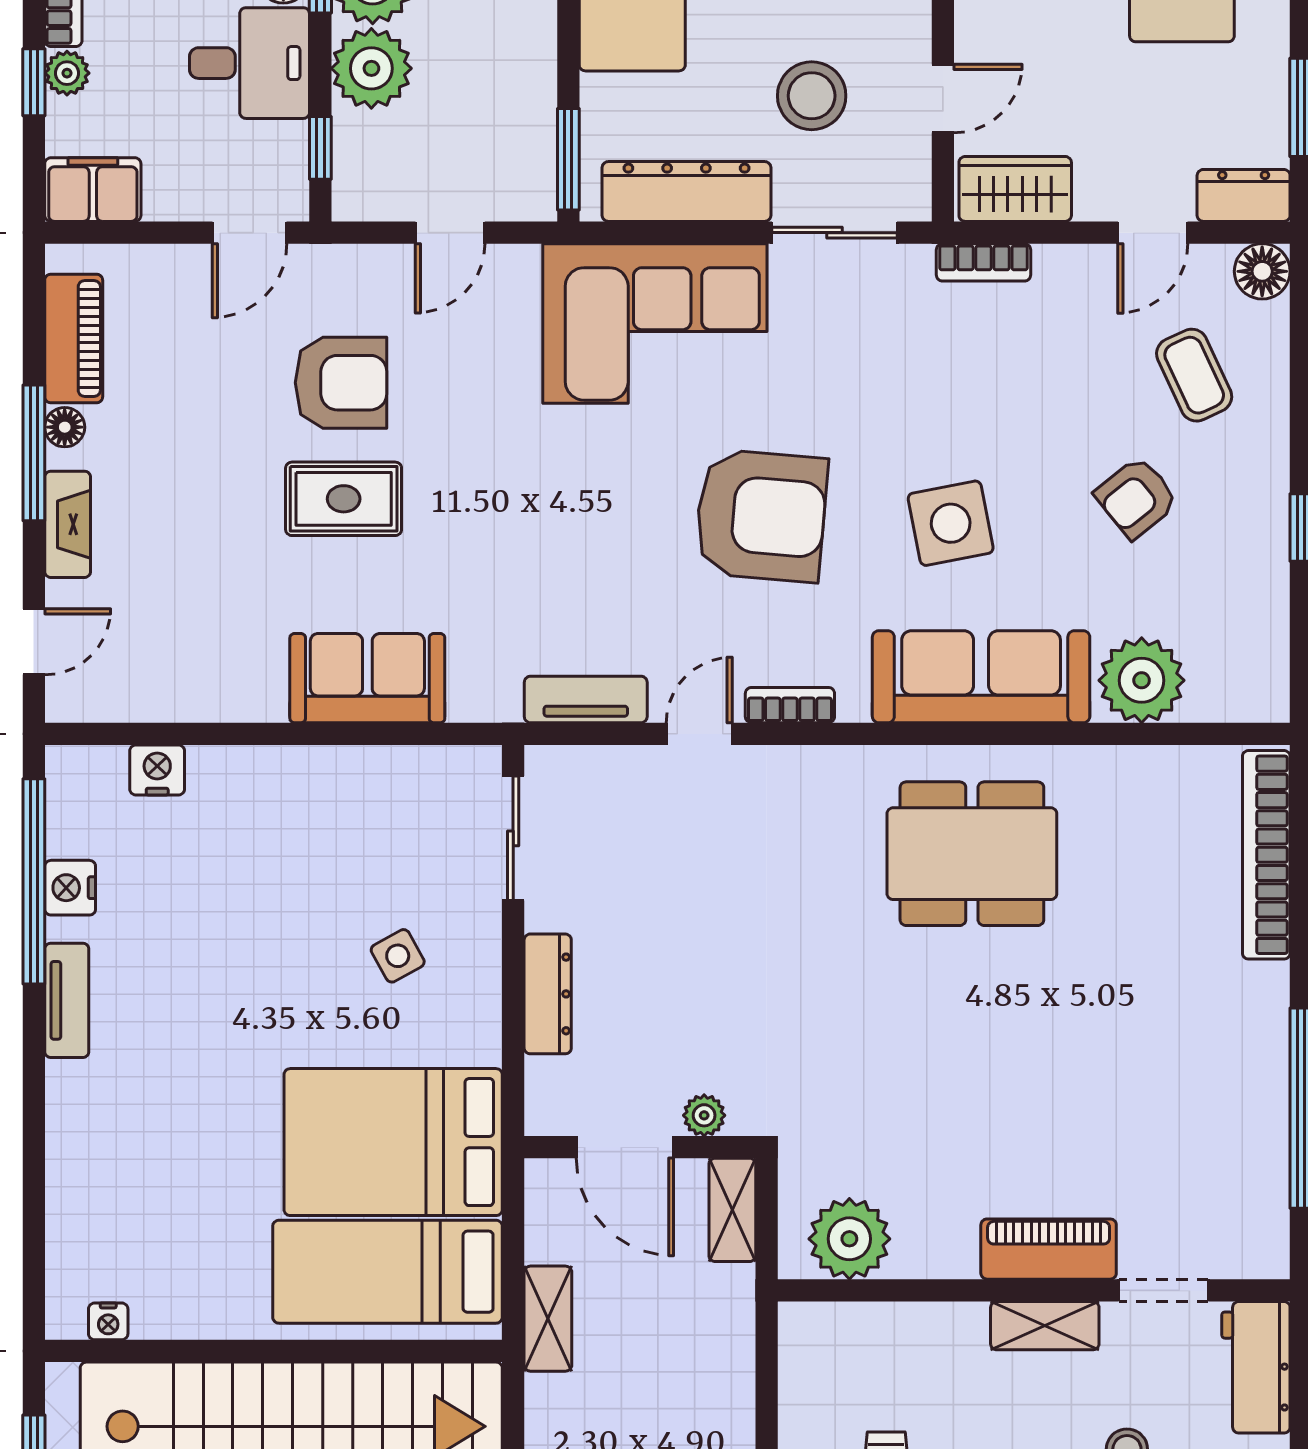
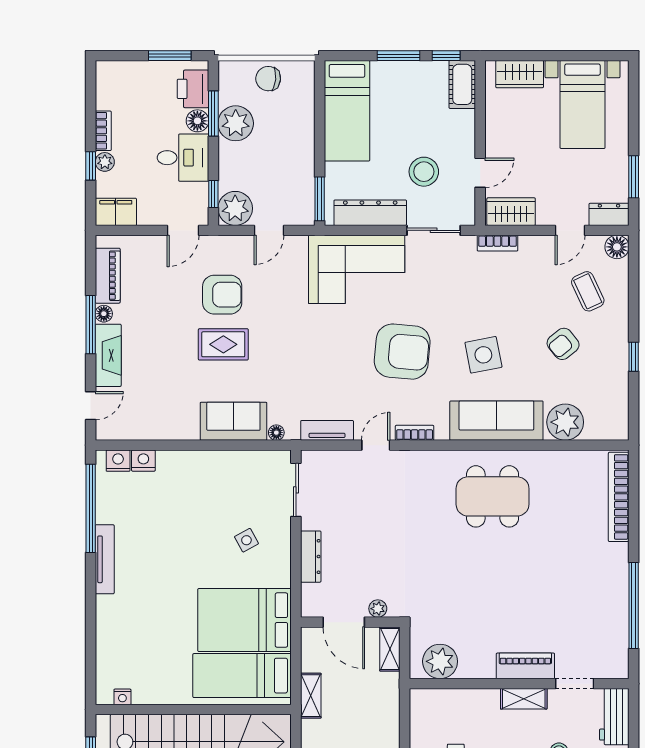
plant: (371, 68) -> (235, 208), moved
fireplace: (68, 524) -> (108, 355), width x1.37, depth x1.32
floor lamp: (467, 705) -> (276, 433), added
nightstand: (70, 888) -> (118, 461), moved, turned 90
tv unit: (67, 1000) -> (105, 559), width x1.41

